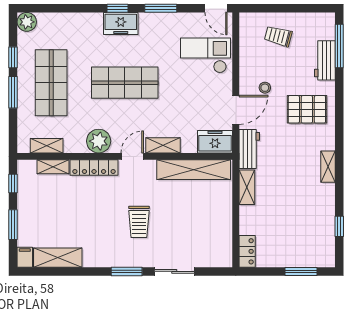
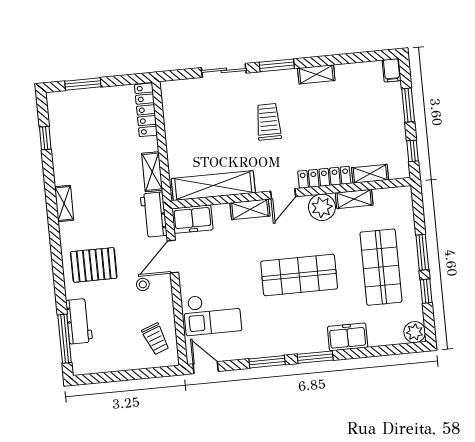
window: (118, 8) -> (315, 357), width x1.50
freezer: (121, 23) -> (348, 337), moved
trolley: (278, 36) -> (156, 339), moved, turned 54
shelving: (47, 146) -> (354, 199), moved
locker: (247, 251) -> (146, 110), width x1.53
shelving: (58, 258) -> (316, 74), moved, width x0.67, depth x0.75

